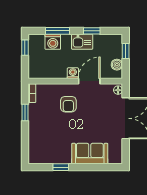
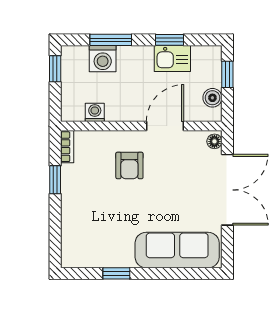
kitchen sink: (82, 42) -> (172, 59), moved
washing machine: (73, 73) -> (95, 112), moved
sofa: (90, 154) -> (177, 250), width x1.36

